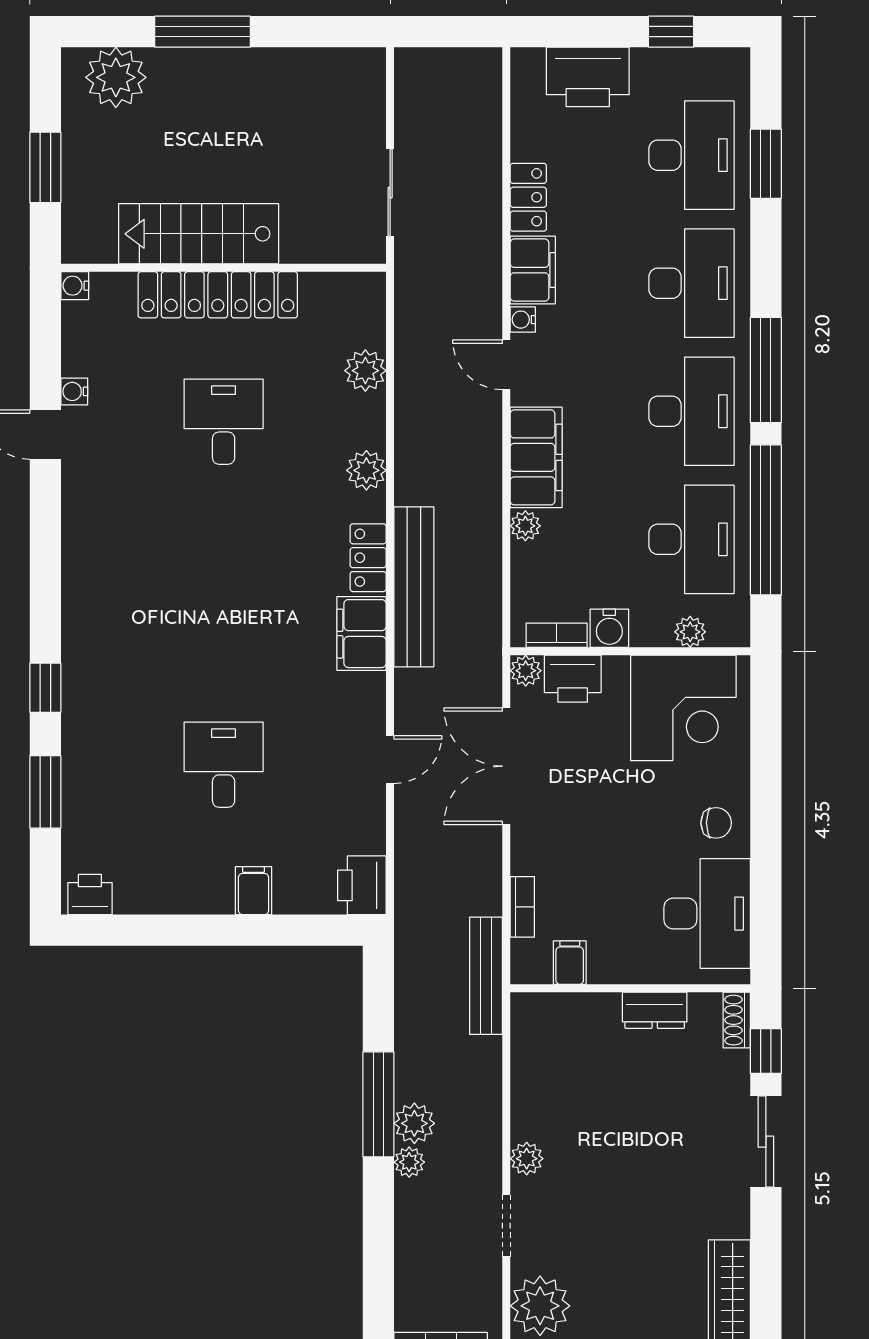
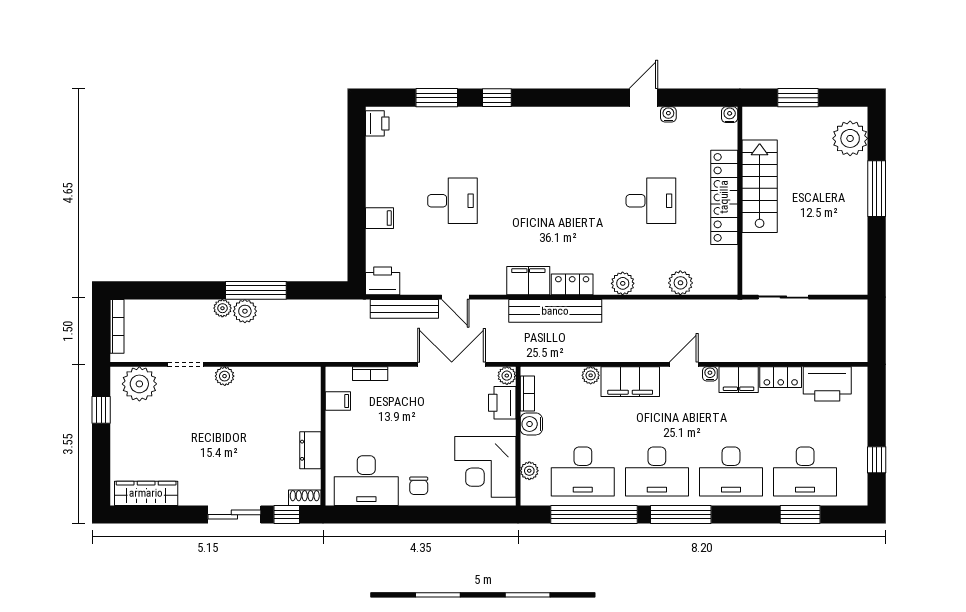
printer: (588, 77) -> (827, 384), moved, turned -90
bench: (486, 976) -> (404, 309), moved

